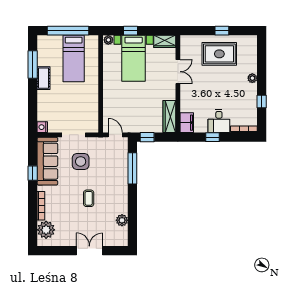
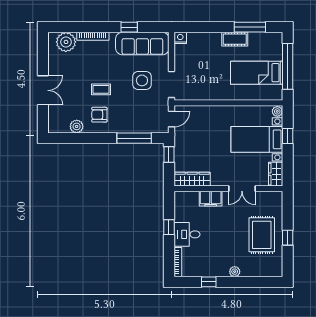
filing cabinet: (187, 123) -> (211, 199), moved
doorway: (74, 135) -> (172, 84), moved
armchair: (111, 200) -> (99, 115), added

